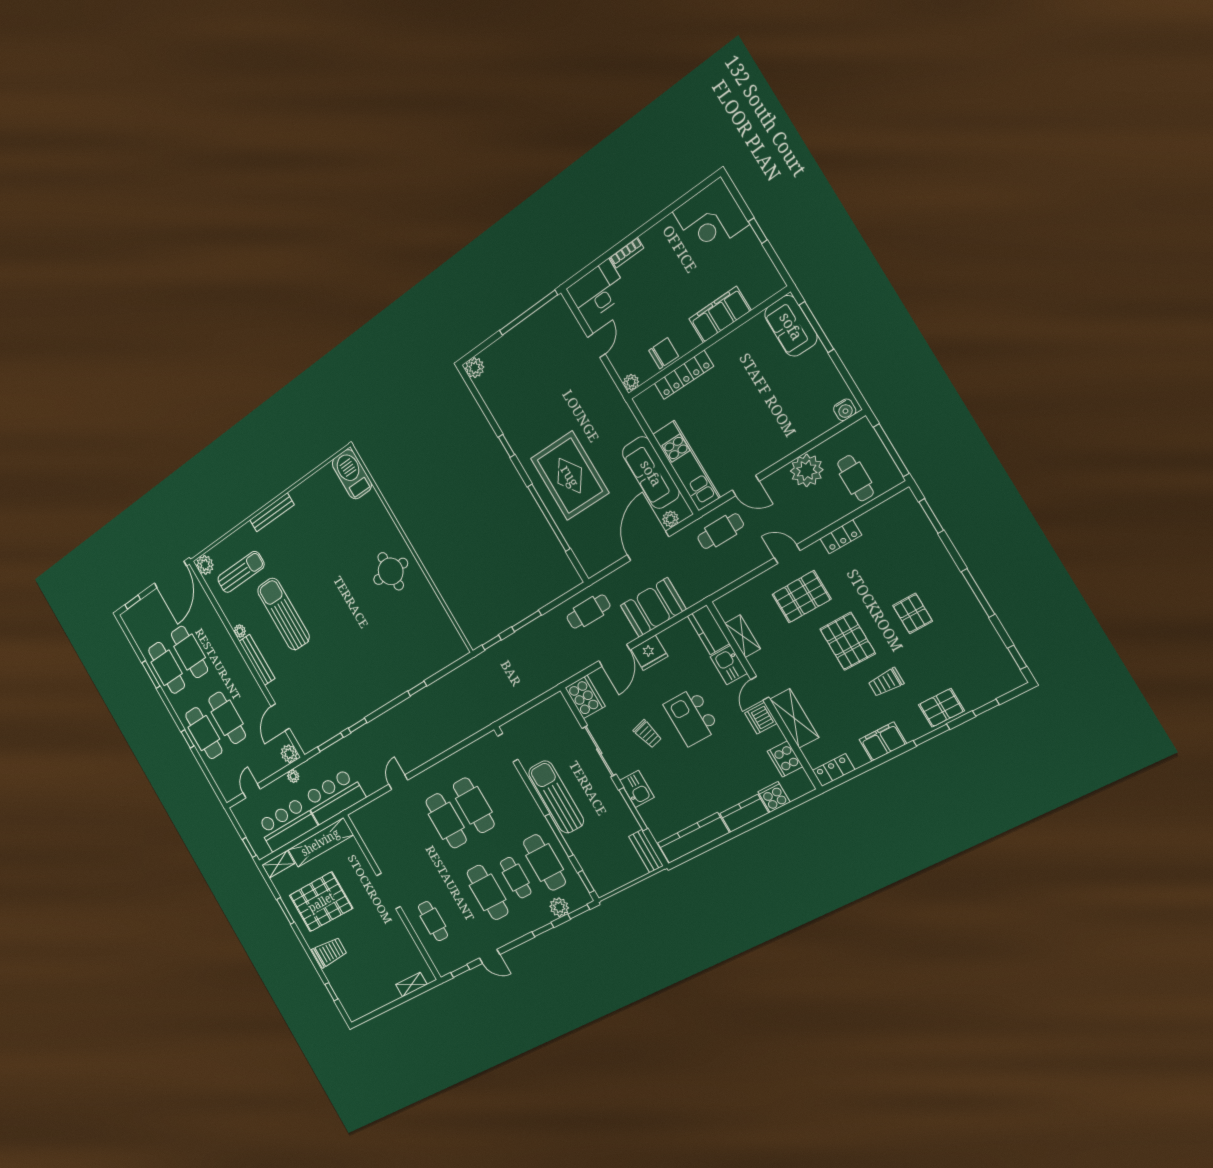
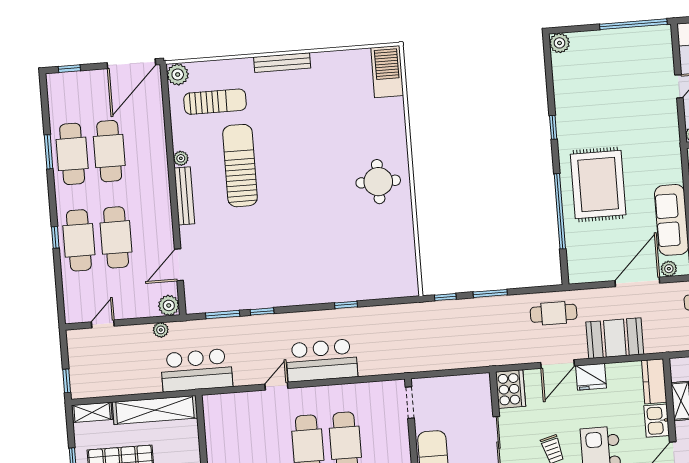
bar counter: (287, 825) -> (322, 360), moved

